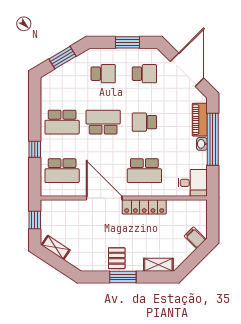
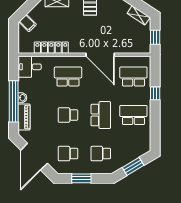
school desk: (103, 122) -> (101, 115), turned -90
school desk: (144, 122) -> (68, 115), turned 180
locker: (144, 207) -> (51, 48), moved

